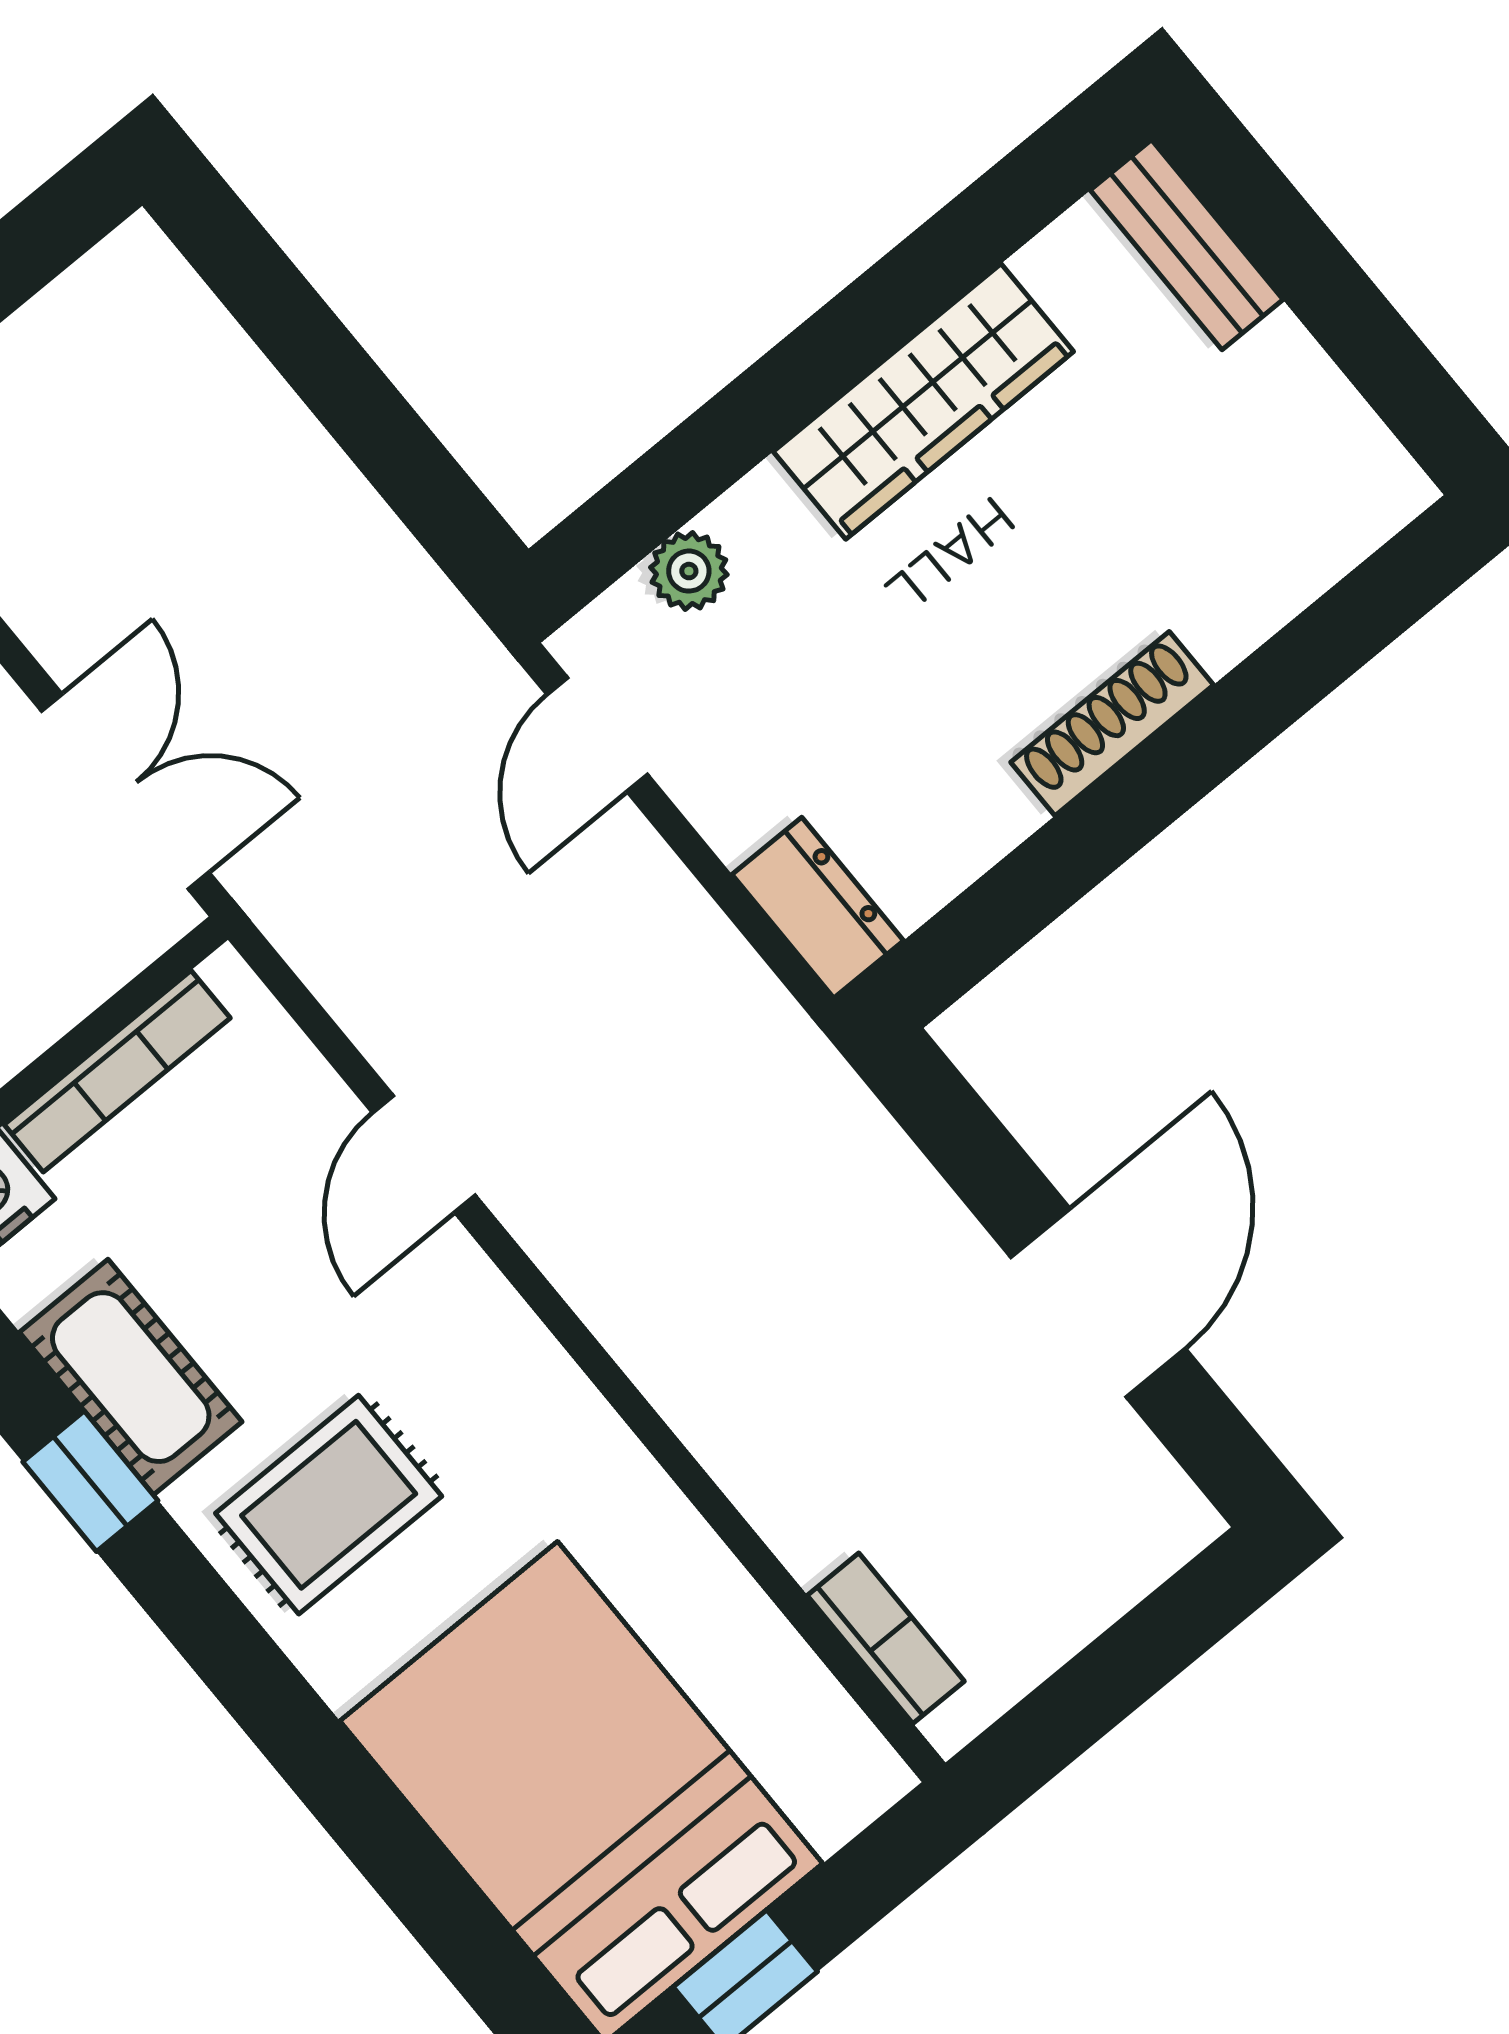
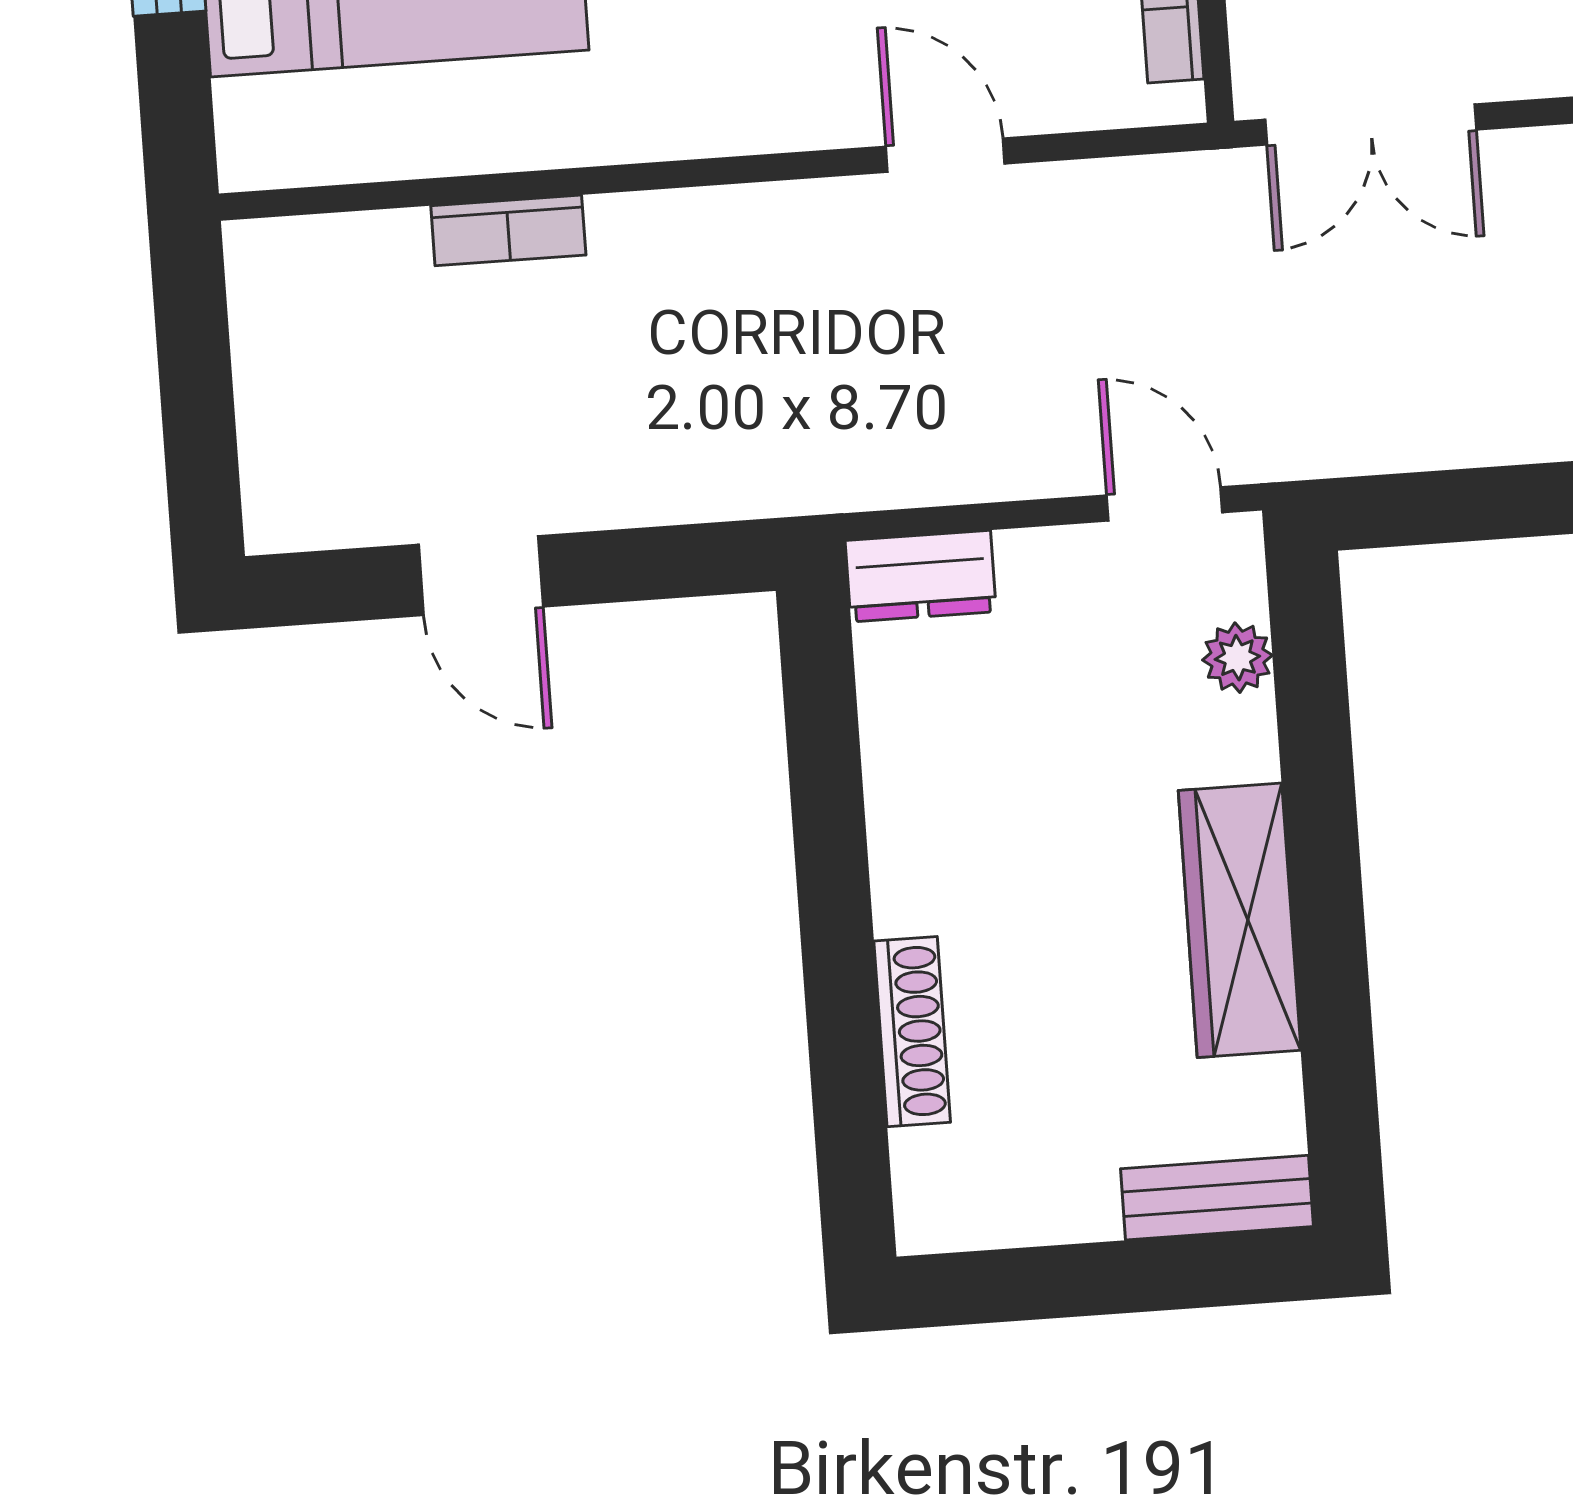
shoe rack: (1112, 724) -> (912, 1032), moved
door: (1098, 1303) -> (481, 576), width x0.73
bookcase: (886, 1638) -> (508, 230), moved

